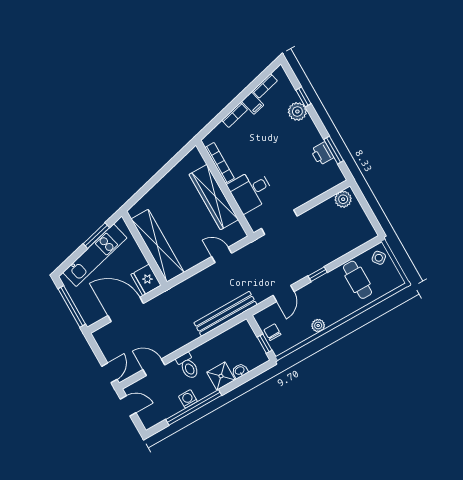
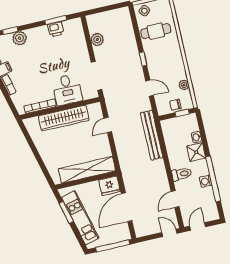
plant: (343, 199) -> (97, 39), moved
plant: (318, 325) -> (184, 85), moved

